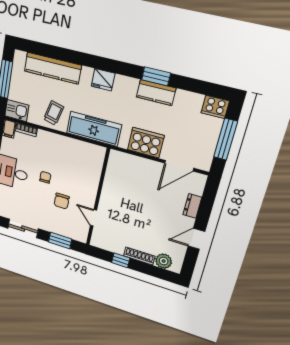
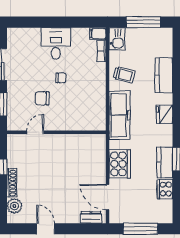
kitchen counter: (53, 68) -> (164, 75), width x0.67
cooker: (215, 107) -> (165, 189), moved
dresser: (192, 206) -> (91, 217), moved

